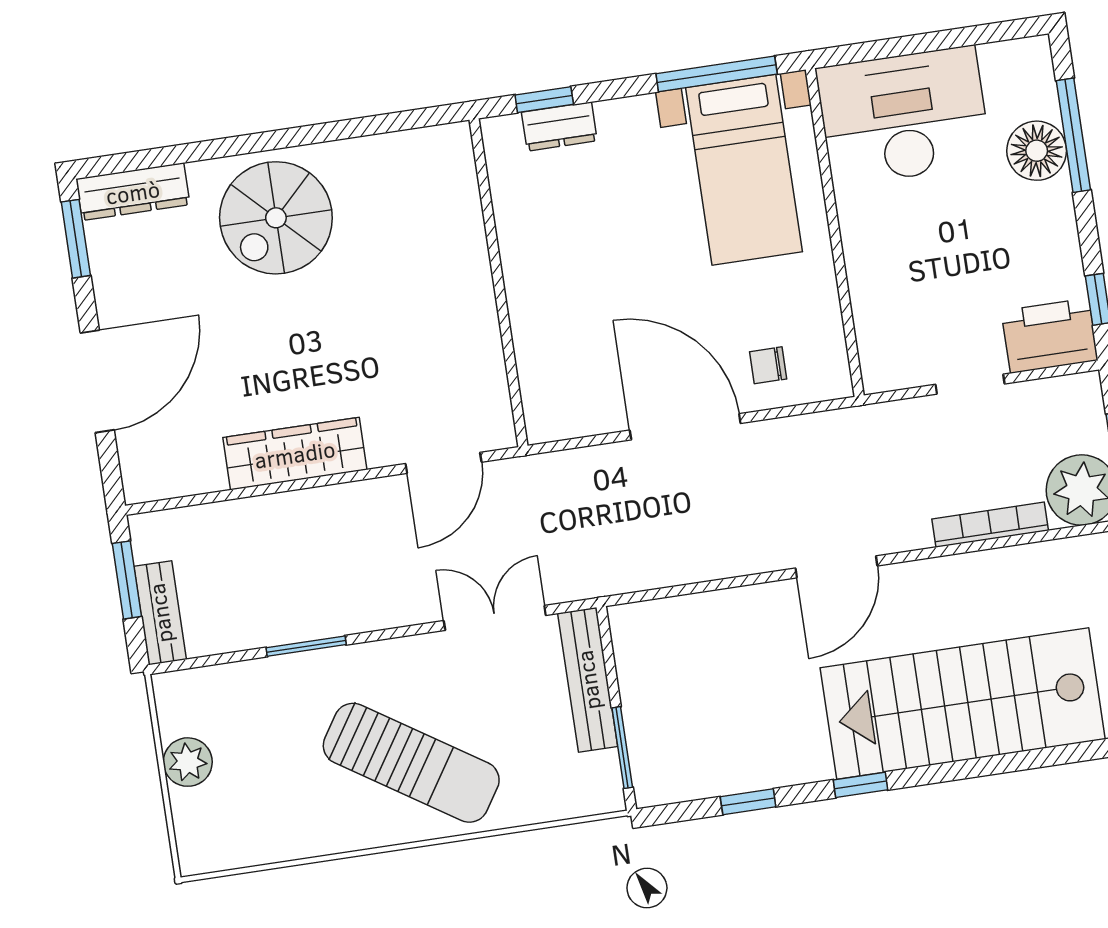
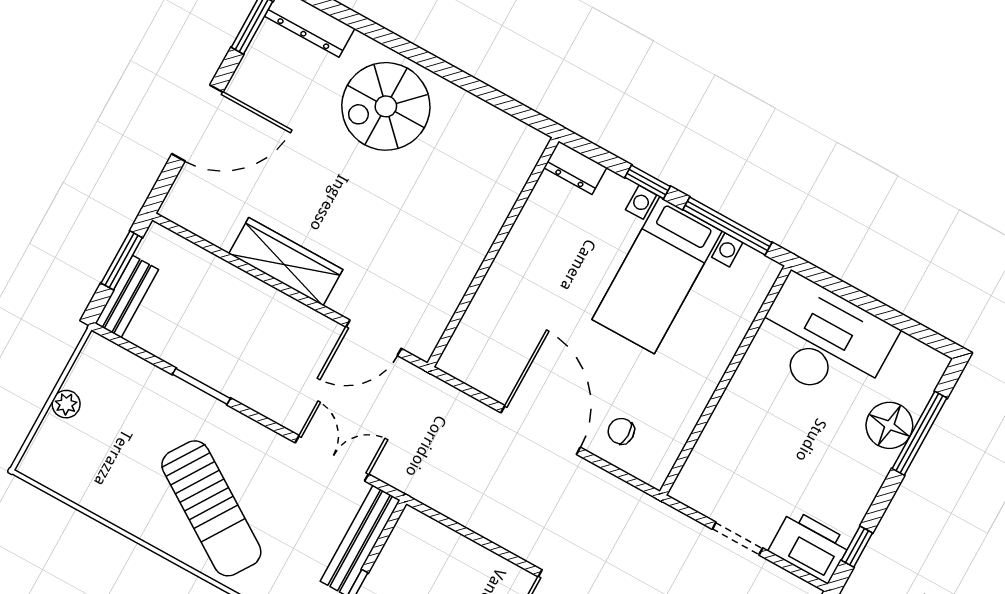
window: (544, 100) -> (648, 182), moved
dresser: (559, 126) -> (575, 168), moved
bed with nightstands: (744, 170) -> (657, 275), moved
plant: (188, 762) -> (66, 404), width x0.73, depth x0.73

